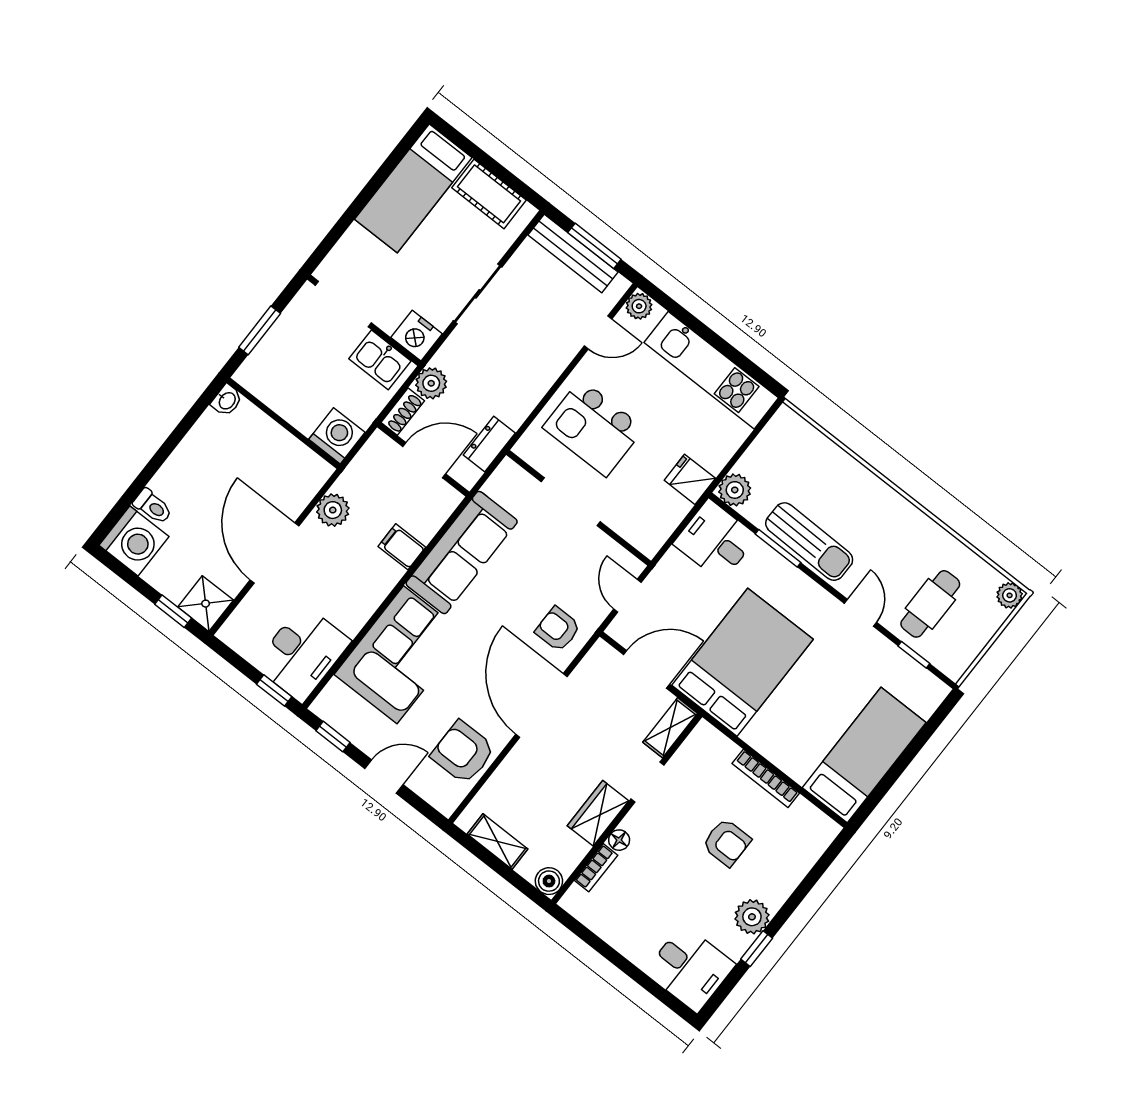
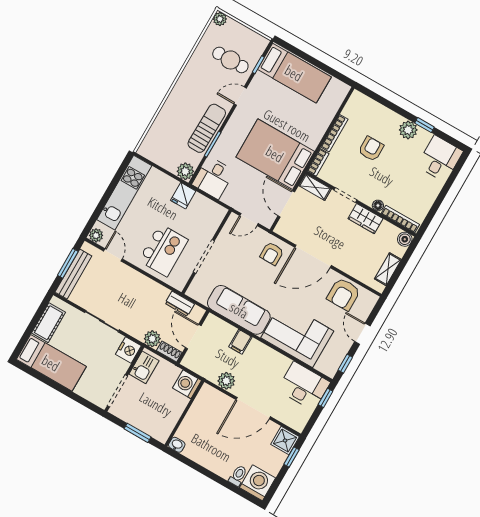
bookcase: (716, 740) -> (318, 162), added
bed: (864, 755) -> (294, 73), moved, turned 180
bookcase: (596, 868) -> (400, 219), width x1.56

